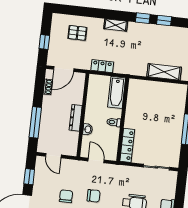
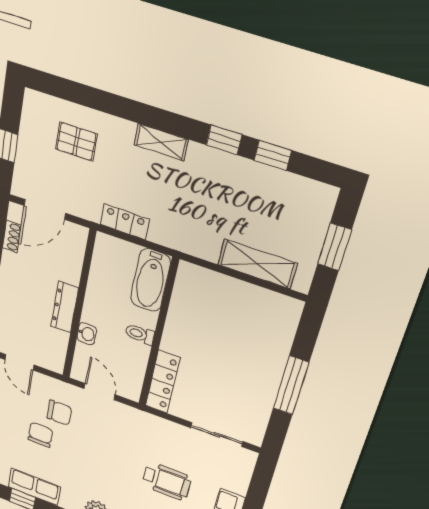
chair: (94, 196) -> (59, 413), moved

